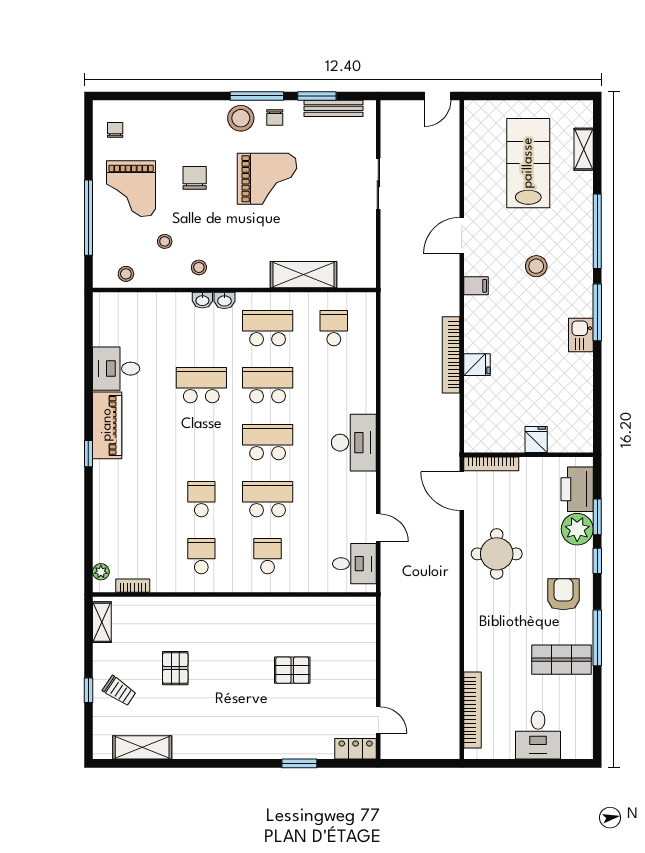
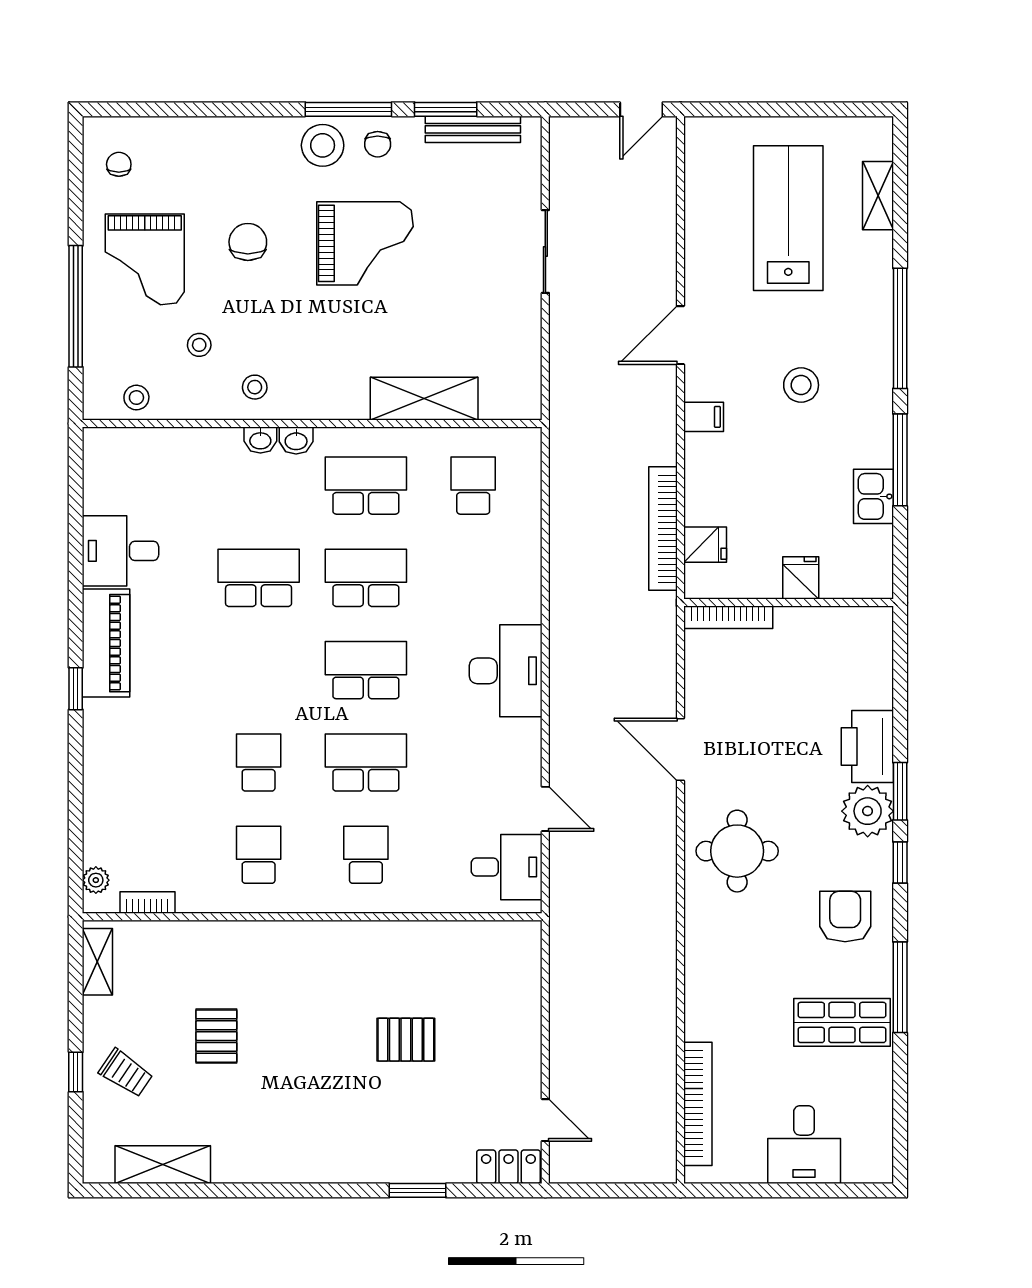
fridge: (536, 439) -> (801, 578), moved
wall: (528, 455) -> (789, 603), moved
bookcase: (491, 464) -> (728, 617), moved

